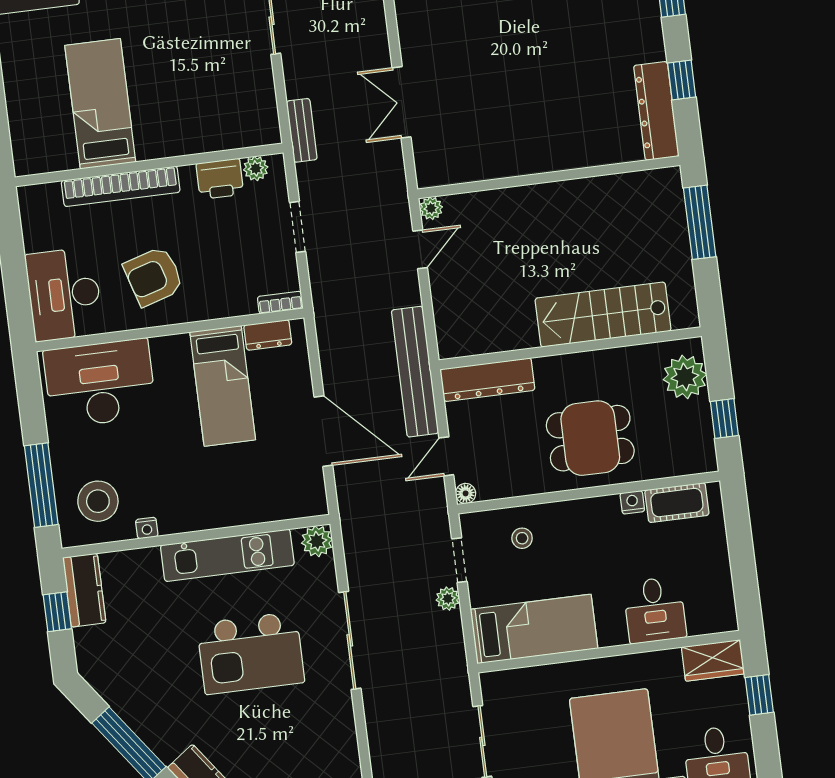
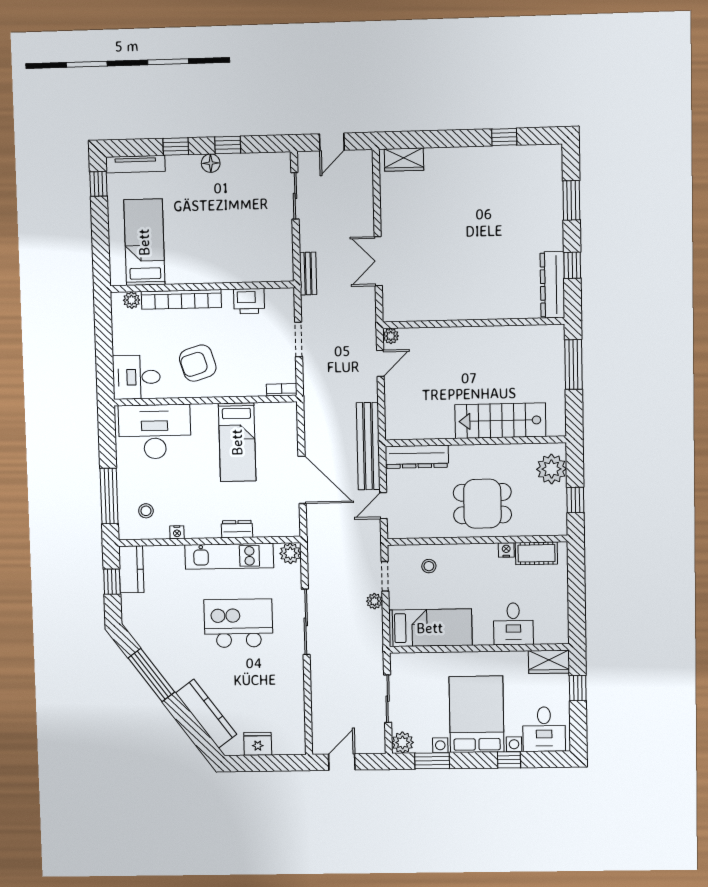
bed: (100, 104) -> (144, 242), moved
plant: (256, 168) -> (132, 300), moved
desk: (64, 294) -> (137, 377), width x0.73
dresser: (268, 335) -> (237, 529), moved, turned 180
floor lamp: (466, 493) -> (394, 532), removed
stool: (98, 501) -> (146, 511), width x0.53, depth x0.53
kitchen island: (251, 653) -> (238, 623), turned 180

